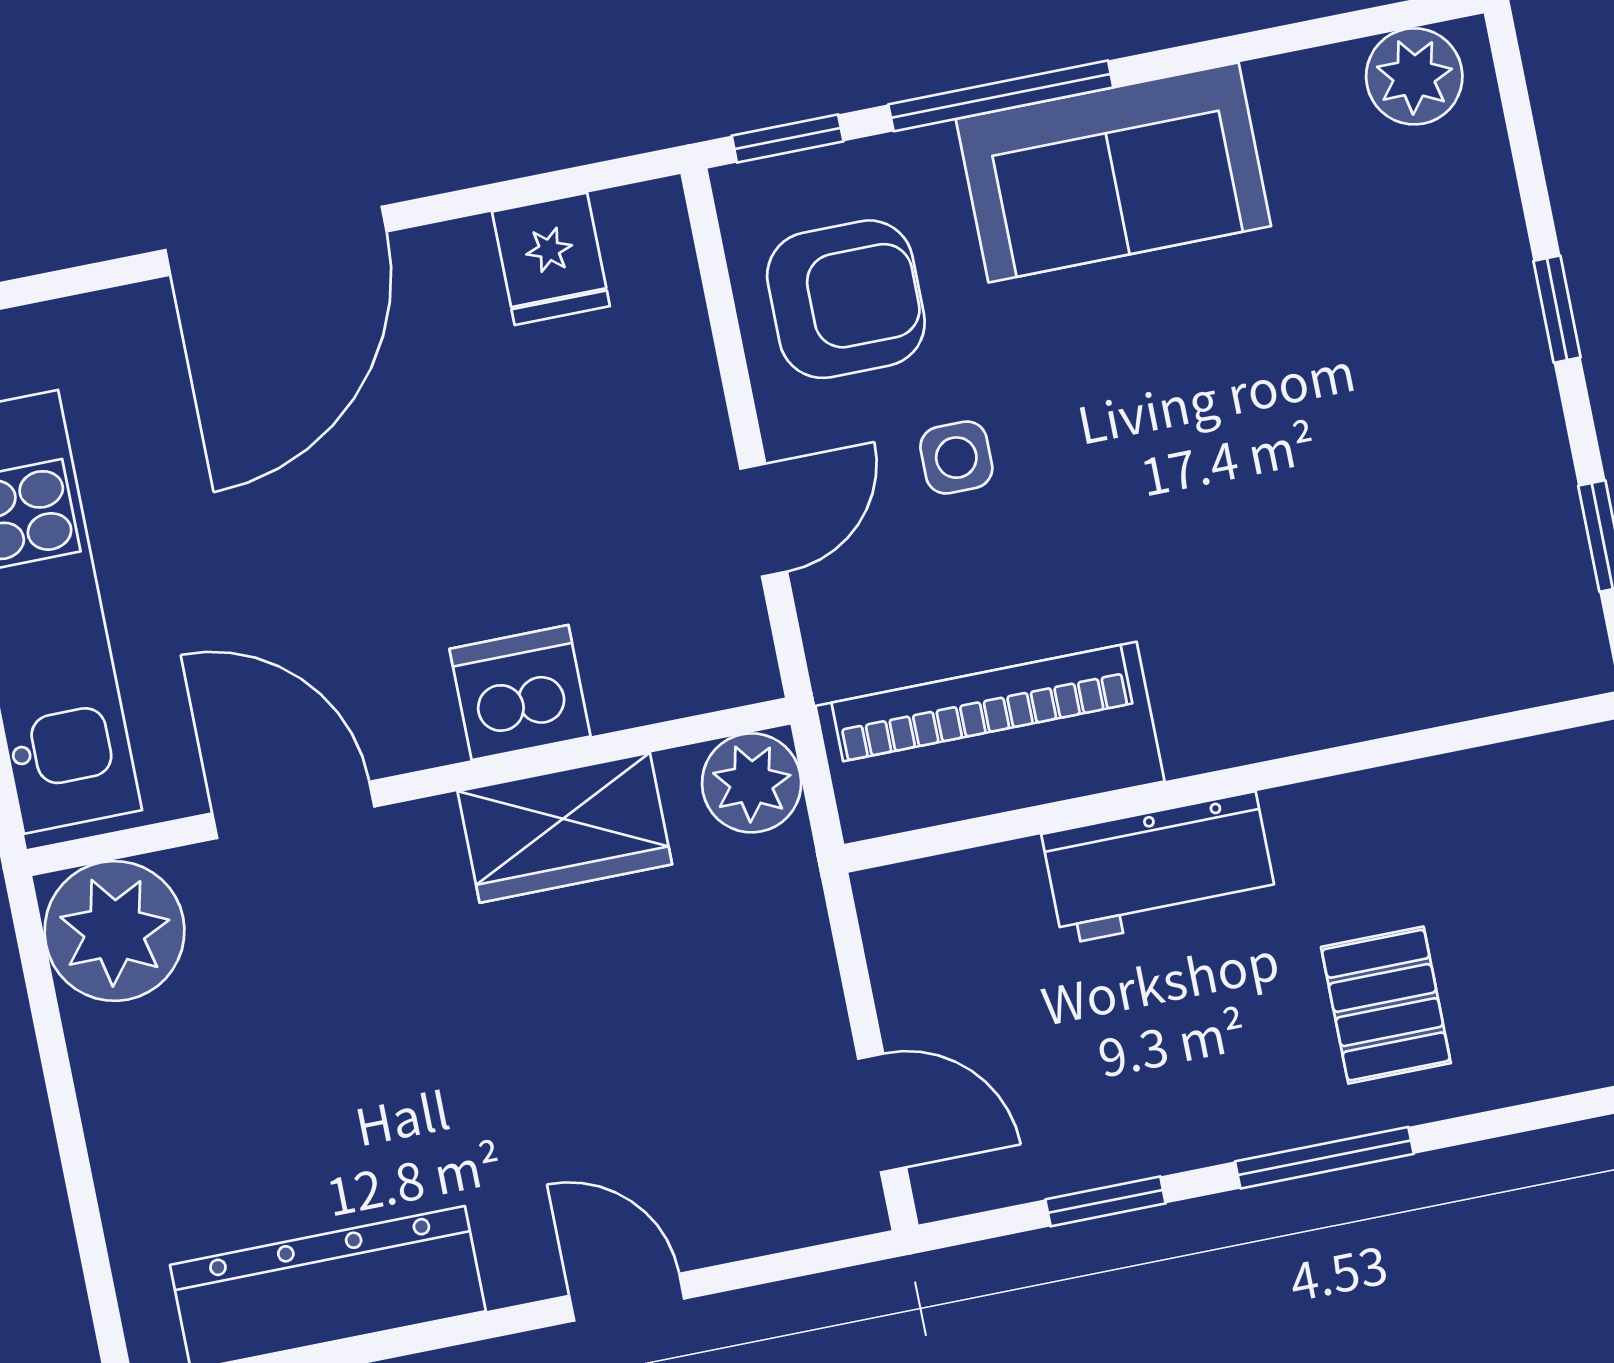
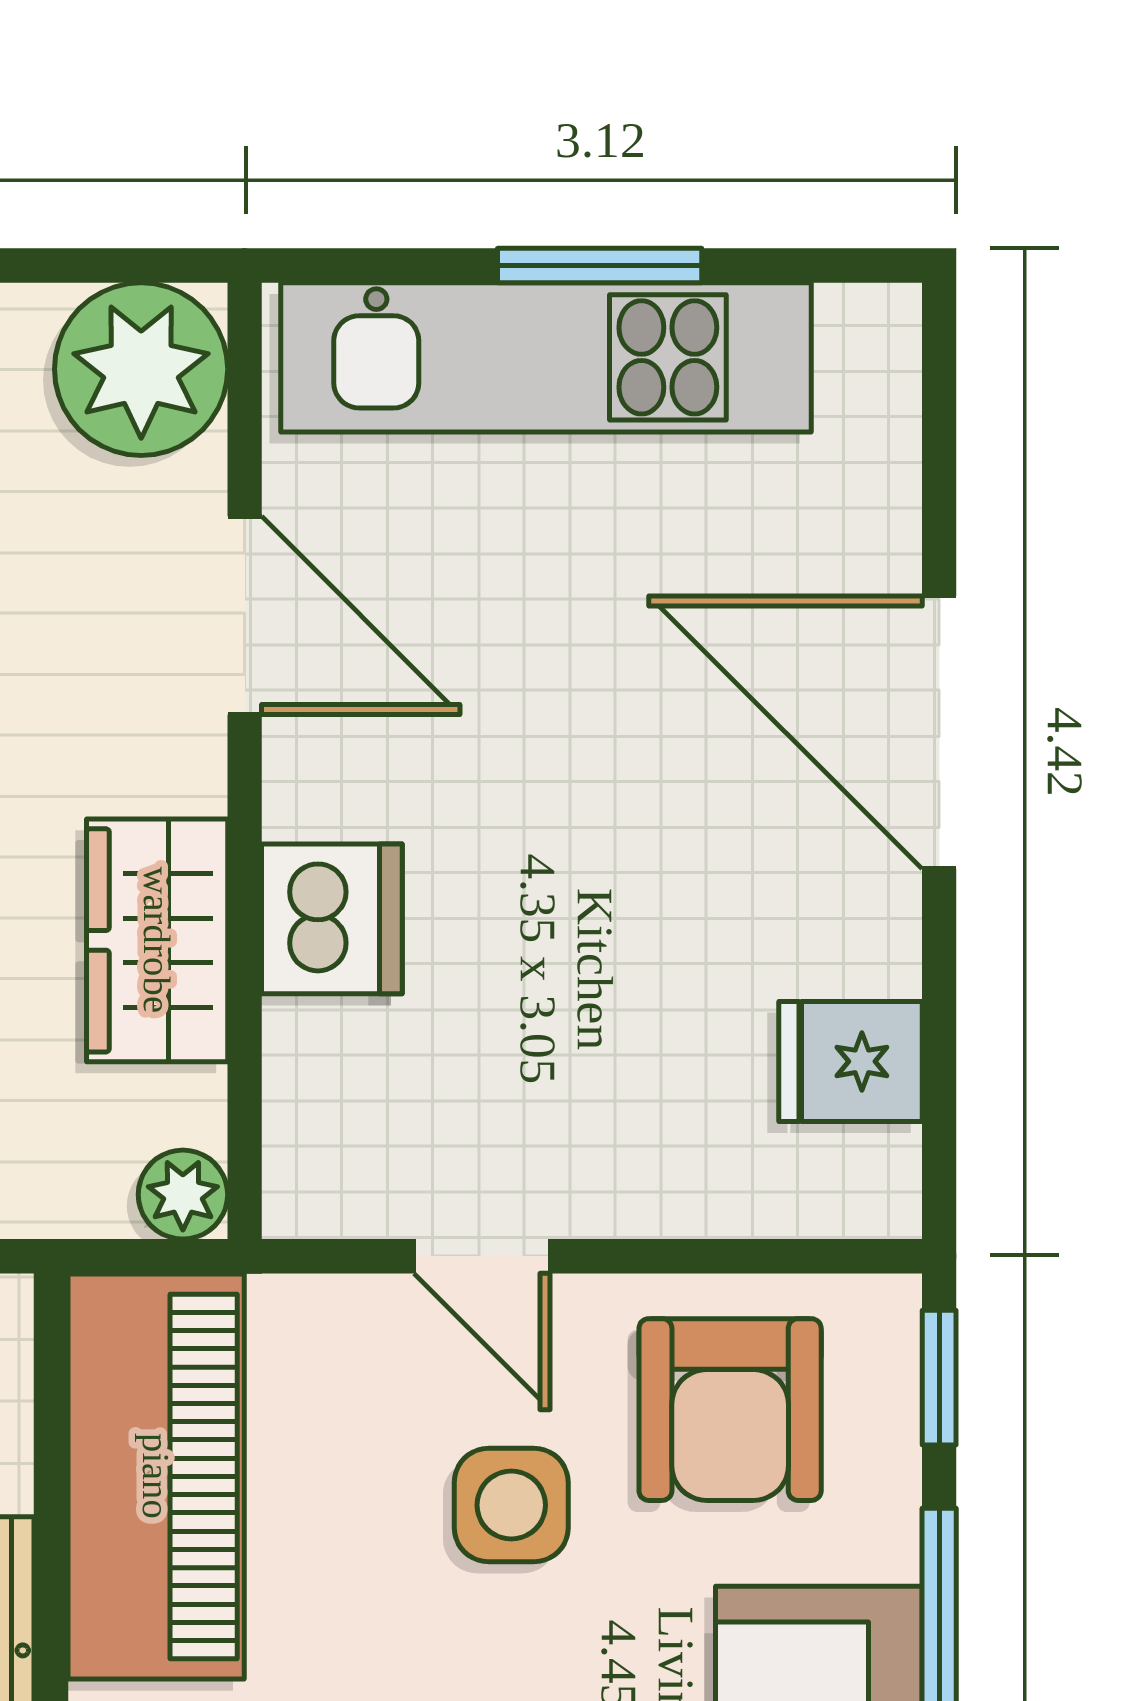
side table: (956, 458) -> (511, 1505), width x1.37, depth x1.37
plant: (752, 783) -> (183, 1195), width x0.73, depth x0.73
door: (293, 810) -> (245, 615), hinge flipped

